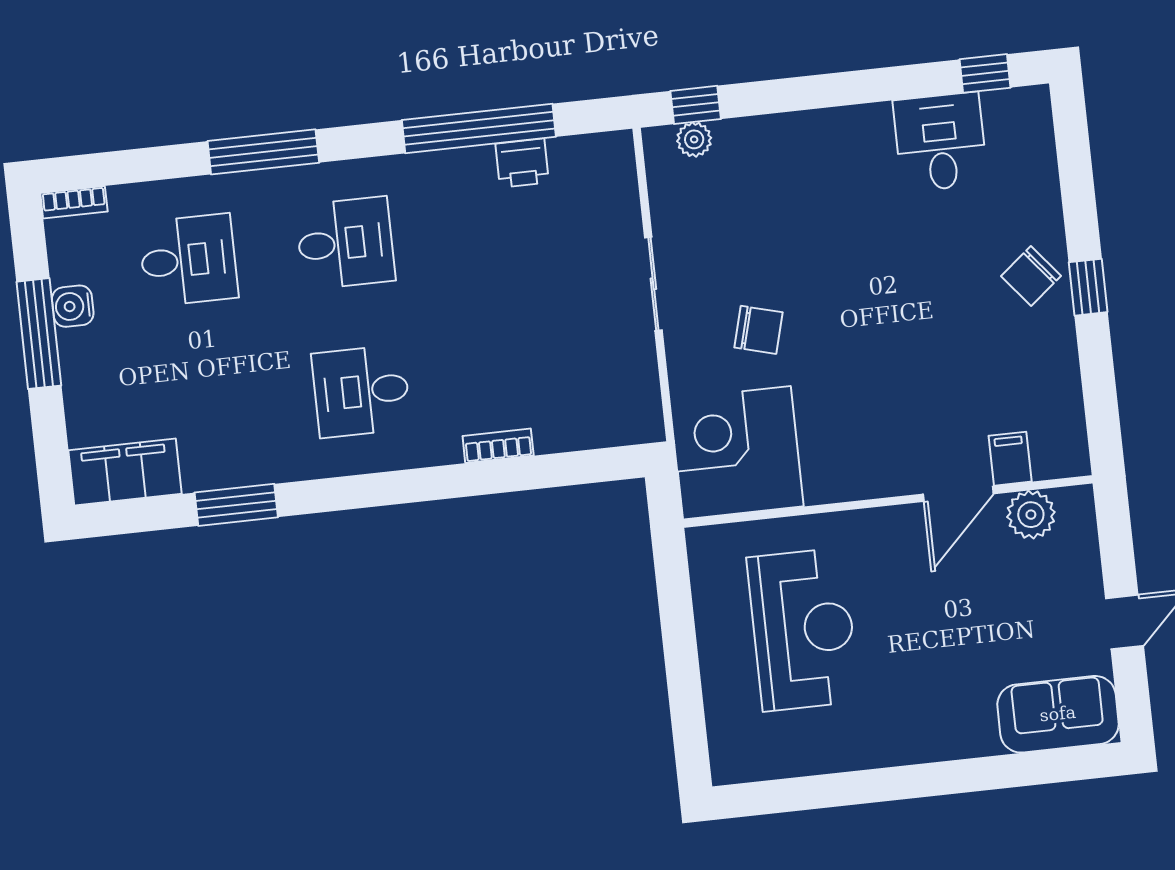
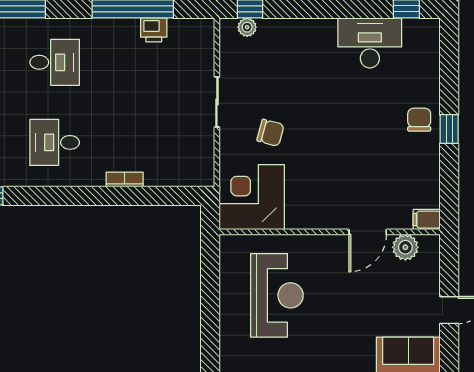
desk: (940, 142) -> (370, 43), width x1.37
chair: (1031, 276) -> (419, 120), turned 129
filing cabinet: (1010, 459) -> (427, 220), moved, turned -90

